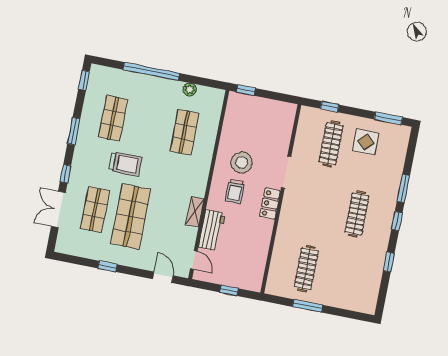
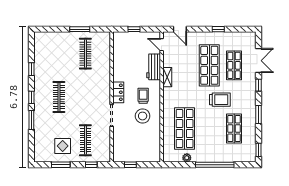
window: (246, 90) -> (130, 165), moved
window: (388, 118) -> (61, 165), moved
shop shelf: (185, 132) -> (185, 129), width x1.43, depth x1.36
trolley: (125, 164) -> (220, 100), turned 180

